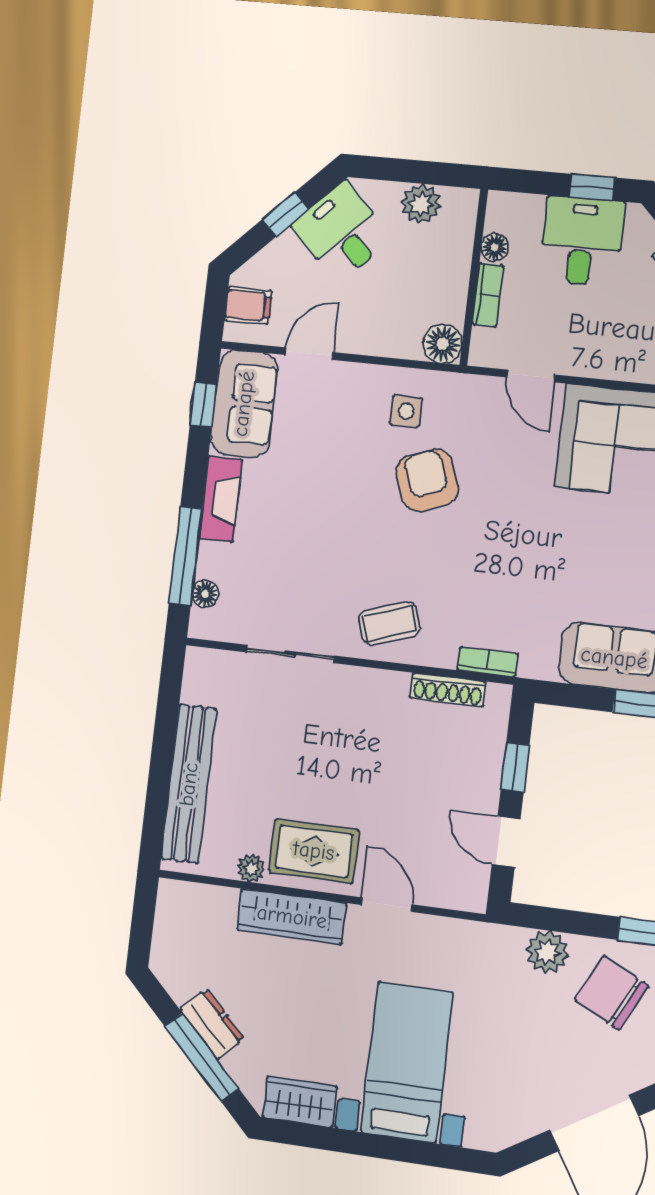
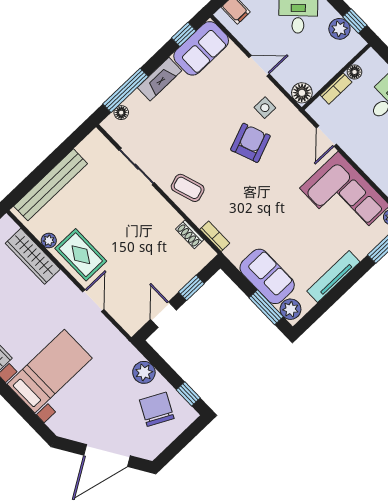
window: (434, 173) -> (355, 21), added
door: (309, 354) -> (259, 66), moved
shoe rack: (448, 690) -> (190, 234), width x0.70
wardrobe: (292, 917) -> (33, 256), moved

